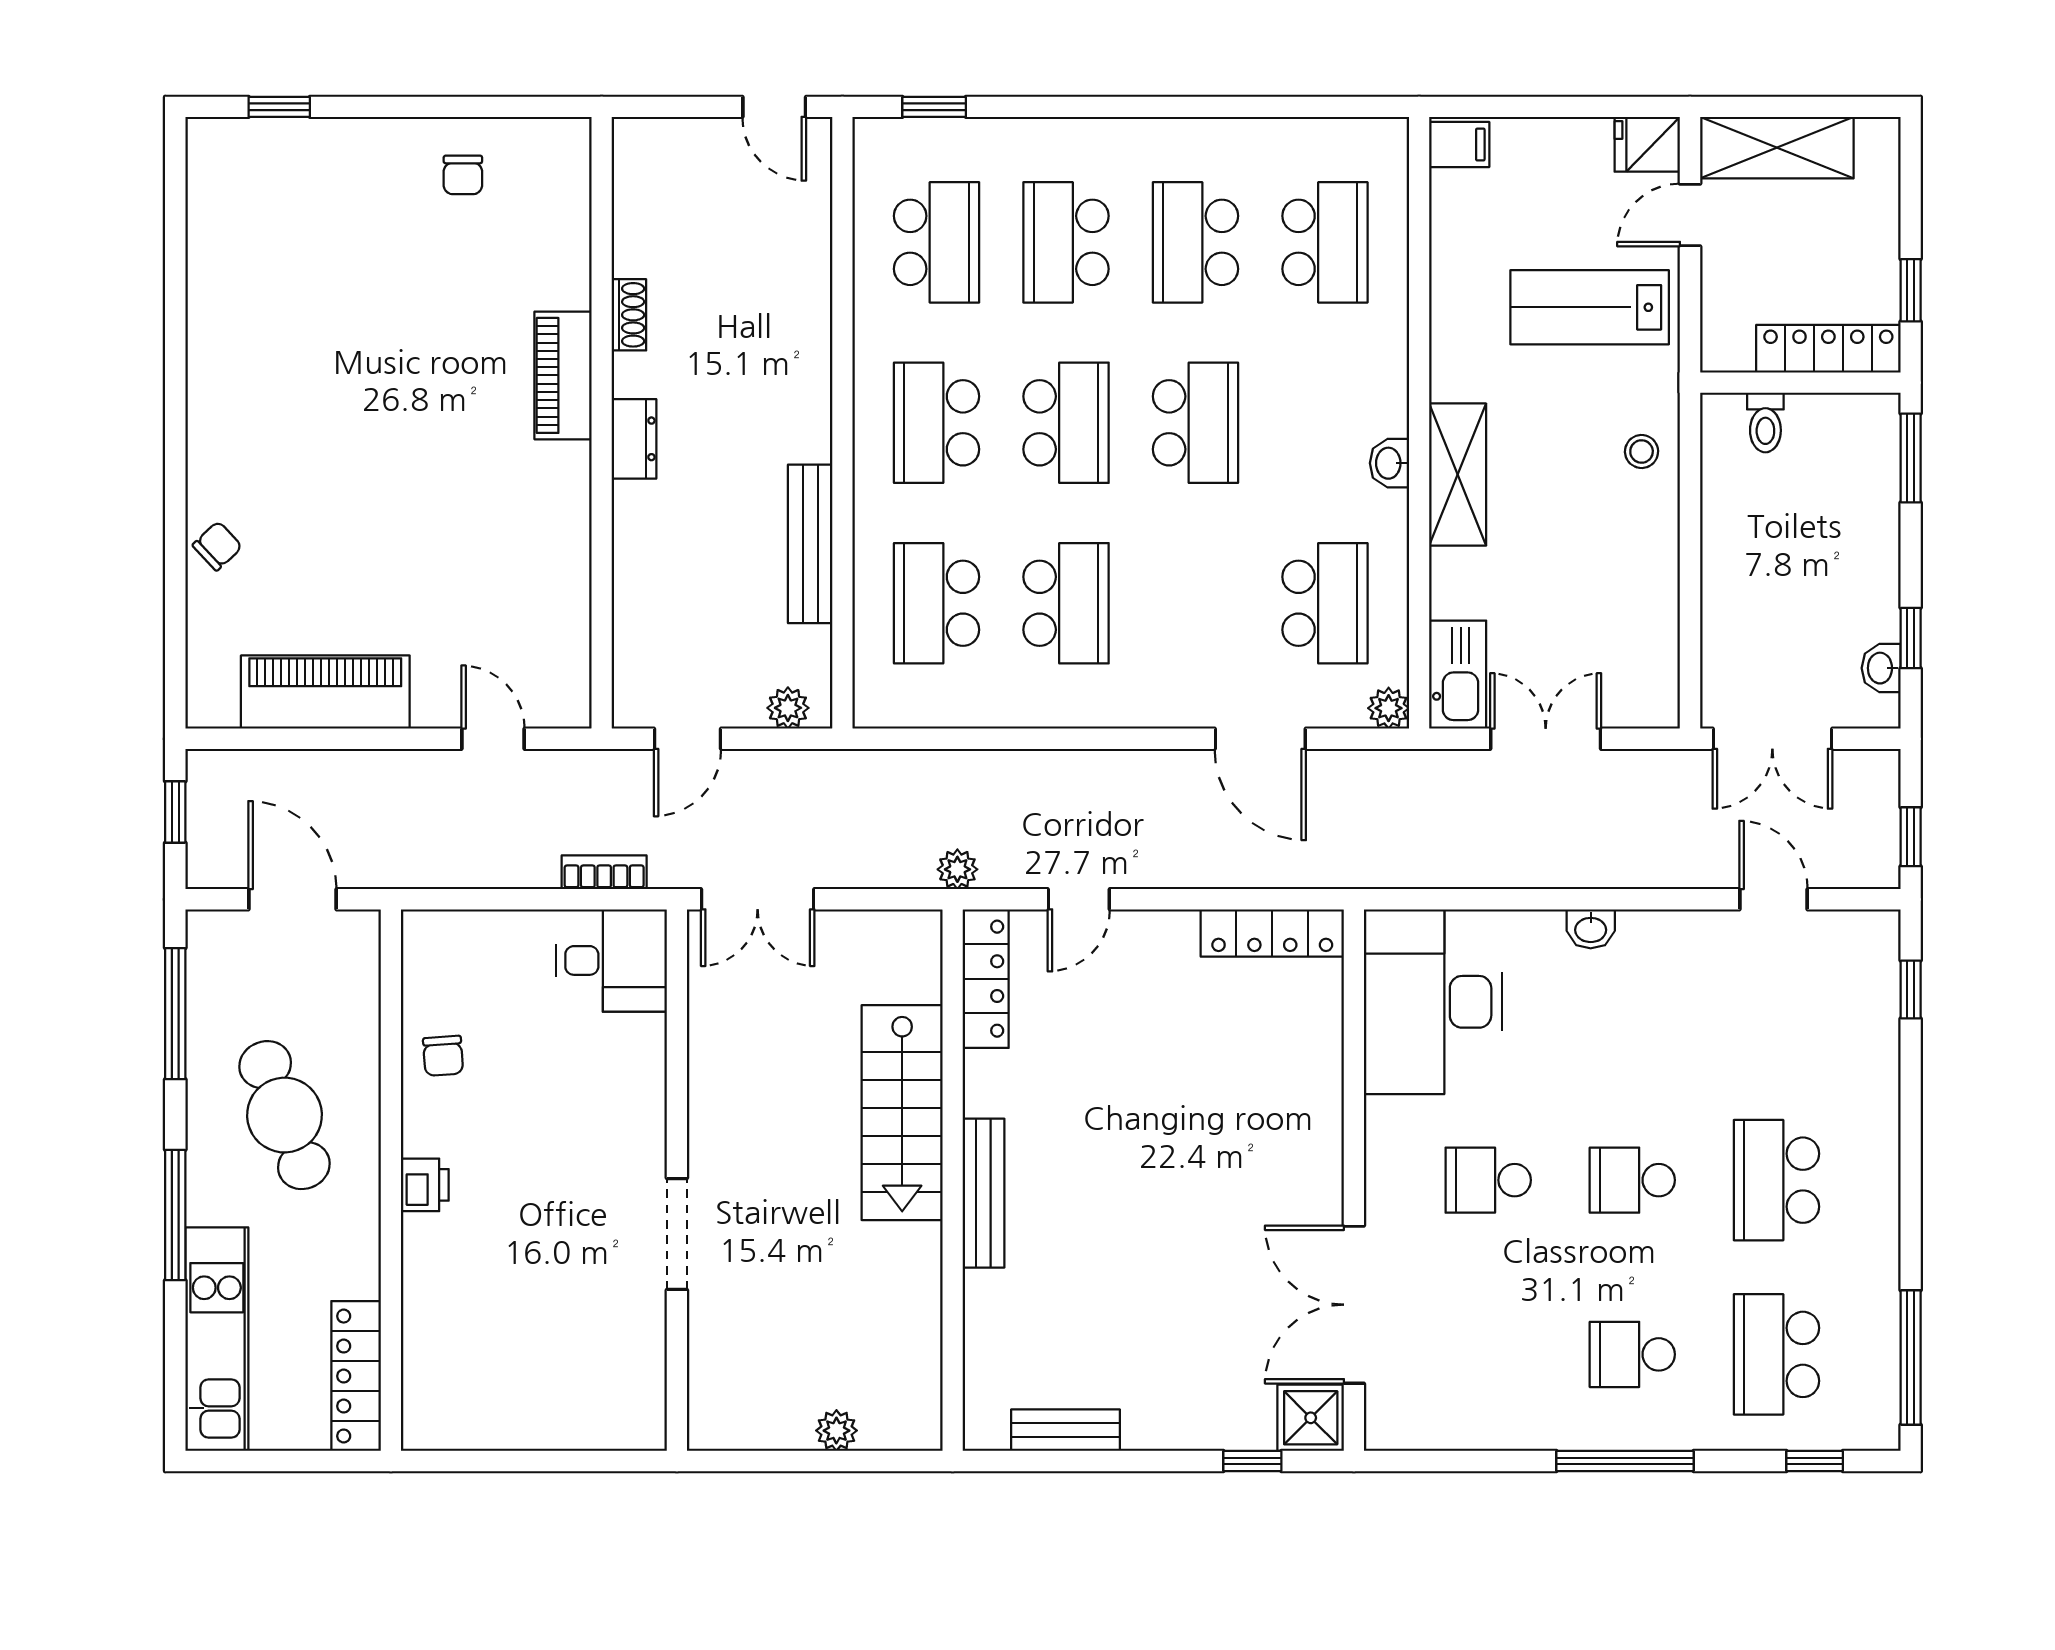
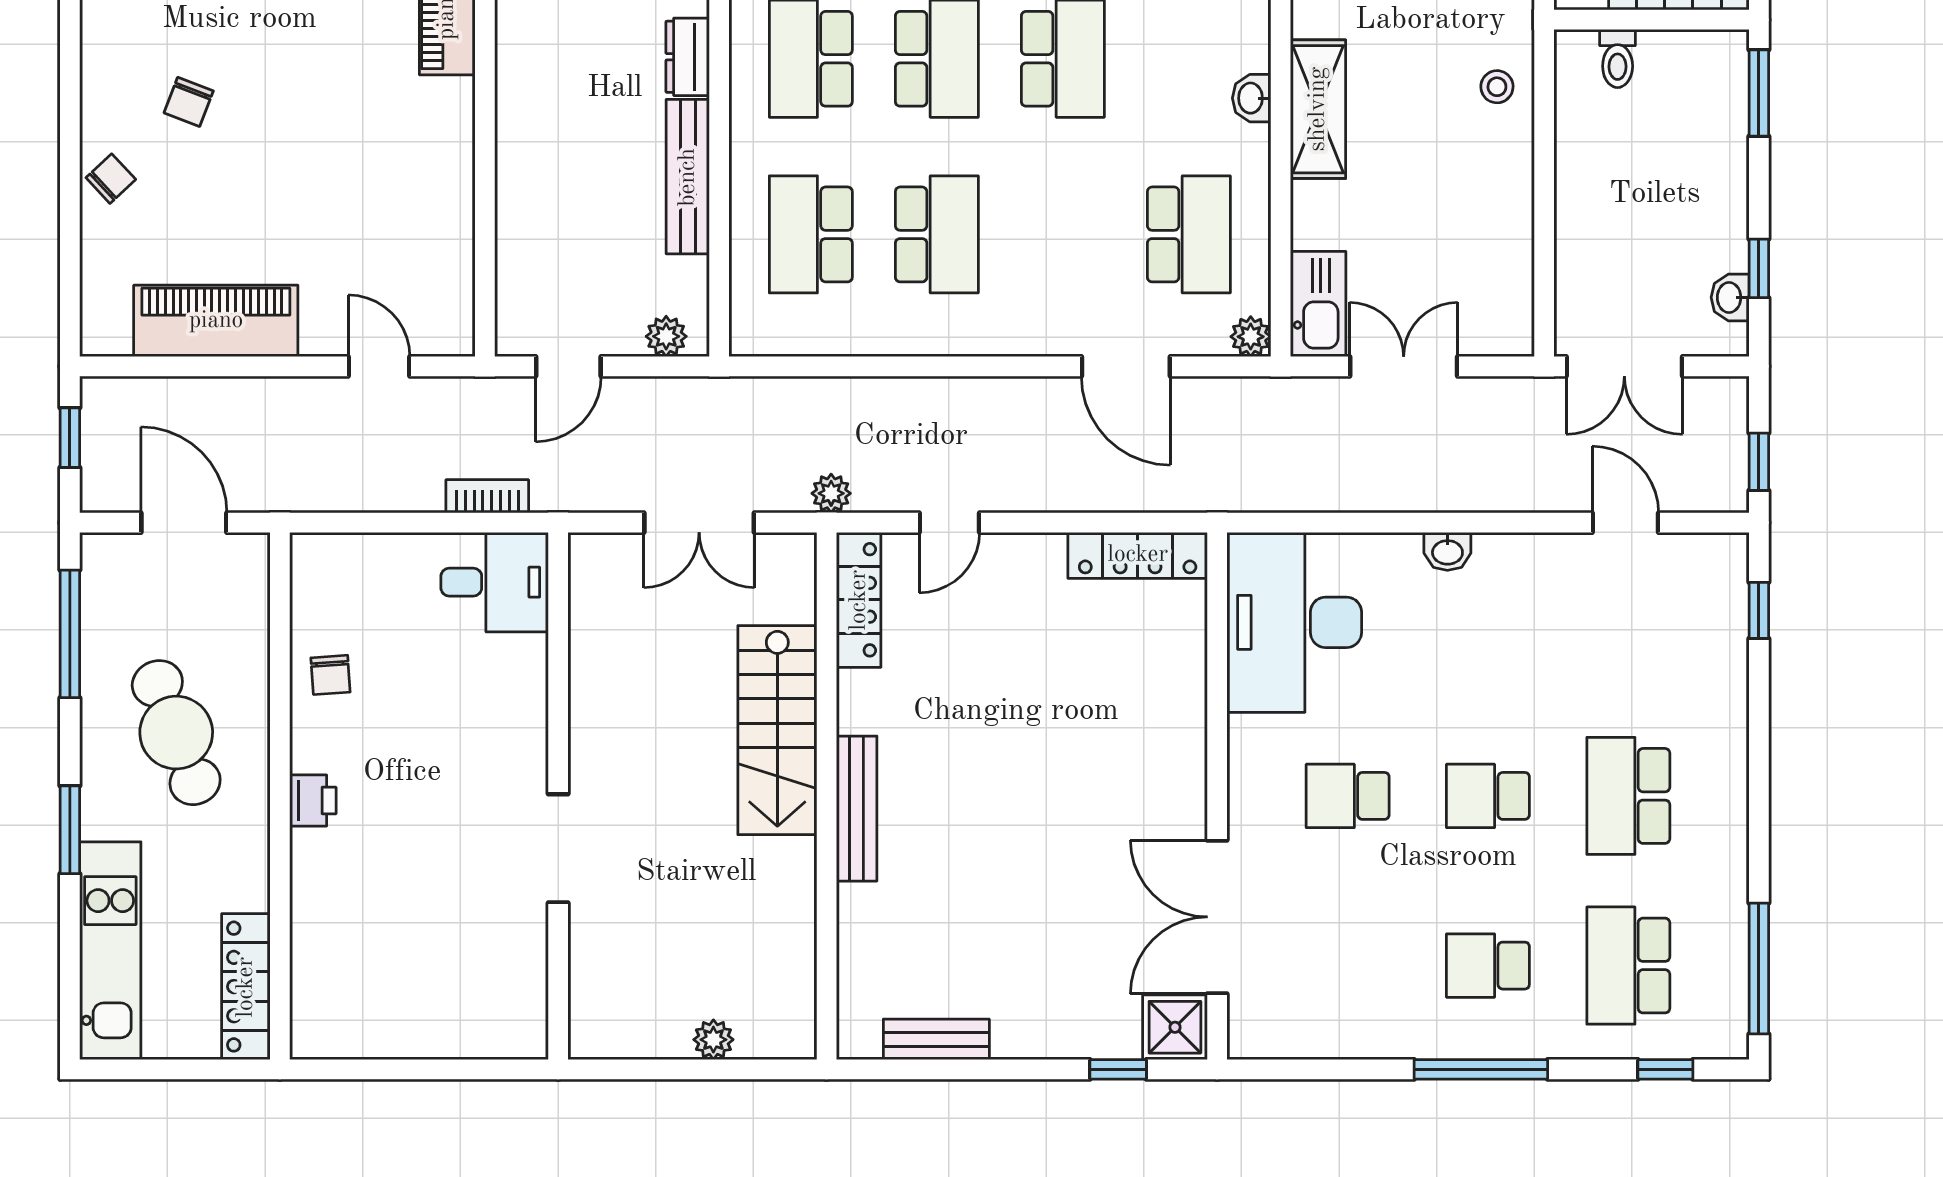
dresser: (634, 439) -> (688, 57), moved, turned 180
chair: (297, 467) -> (189, 102), added
double door: (758, 899) -> (699, 523), moved
window: (175, 1215) -> (70, 830), width x0.69

